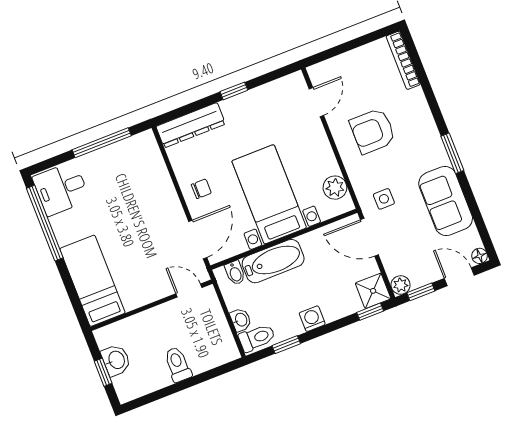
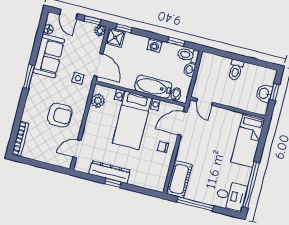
dresser: (191, 125) -> (110, 172), moved
cot: (148, 160) -> (179, 179), added
floor lamp: (480, 256) -> (48, 29), moved

